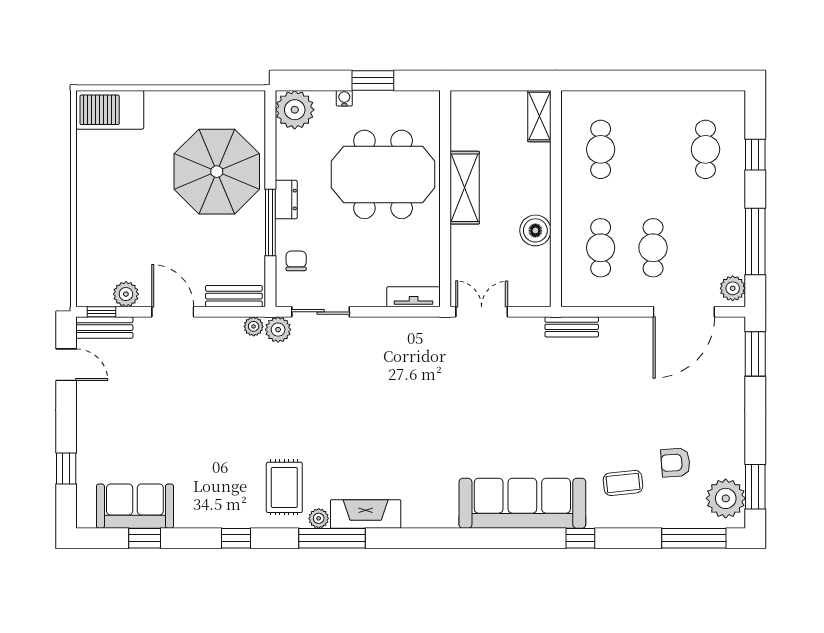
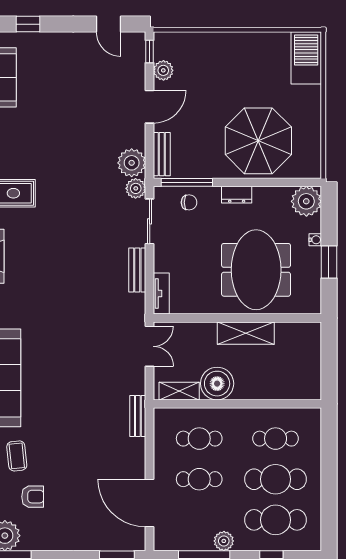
shelving: (539, 116) -> (179, 391), moved
cafe table: (653, 149) -> (276, 479), added
cafe table: (705, 149) -> (276, 520), width x1.37, depth x1.35
window: (270, 223) -> (187, 182), moved
boiler: (535, 230) -> (217, 384), width x1.37, depth x1.37
plant: (733, 288) -> (224, 541), moved
plant: (254, 326) -> (132, 163), width x1.87, depth x1.87
bench: (104, 328) -> (137, 270), moved
door: (66, 365) -> (109, 24), hinge flipped
armchair: (675, 463) -> (33, 497), turned 94

